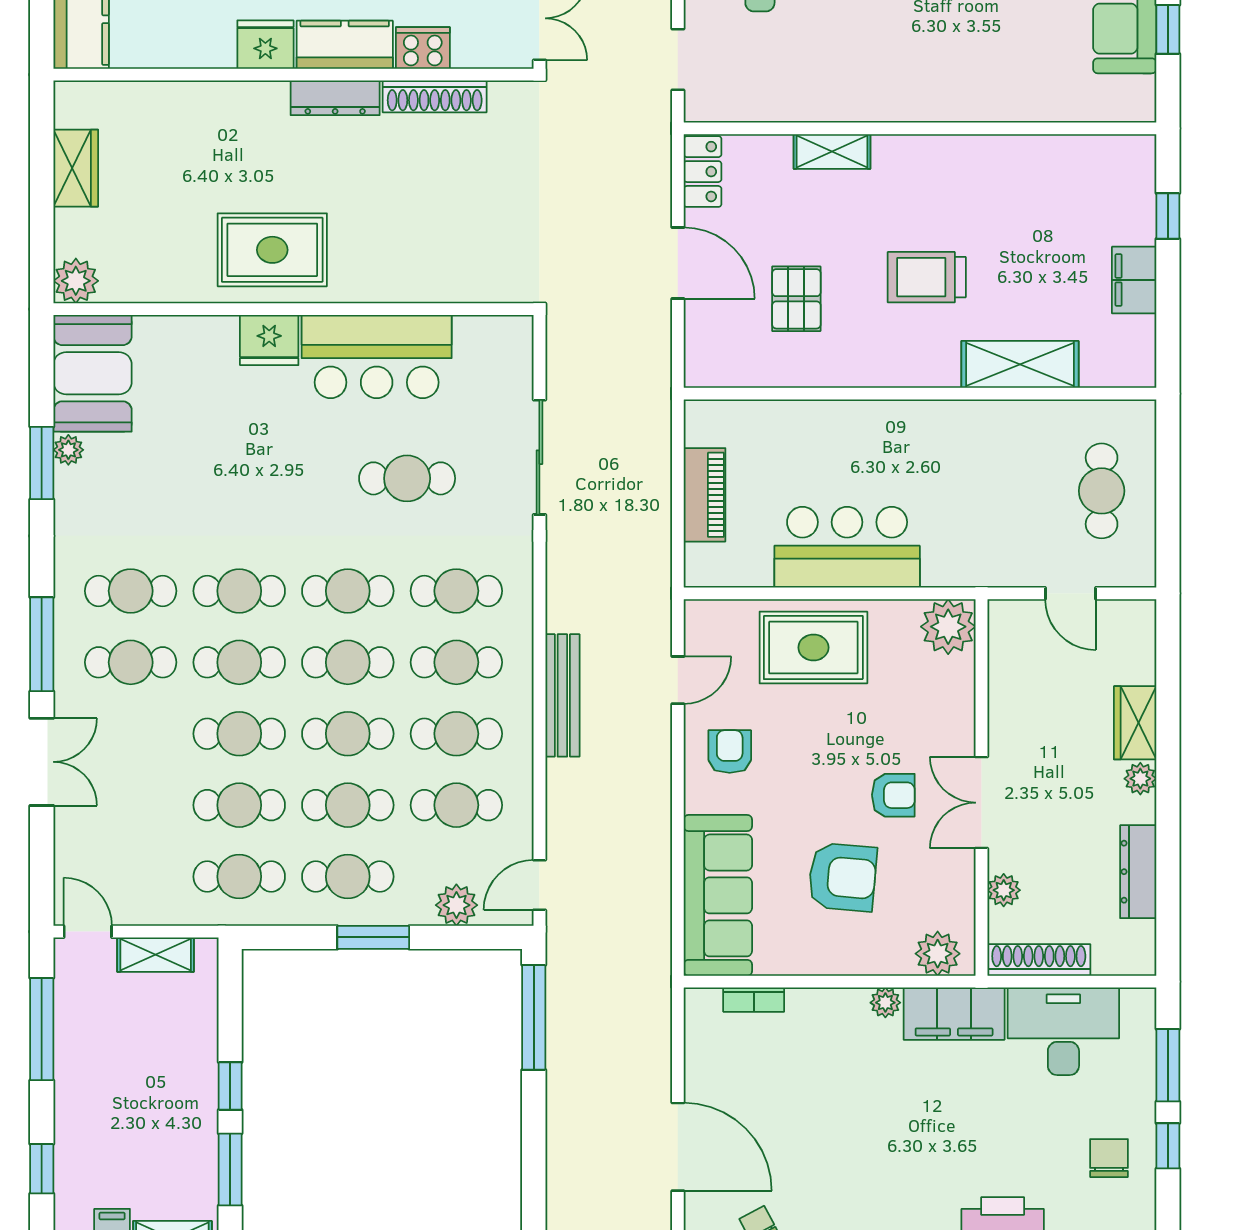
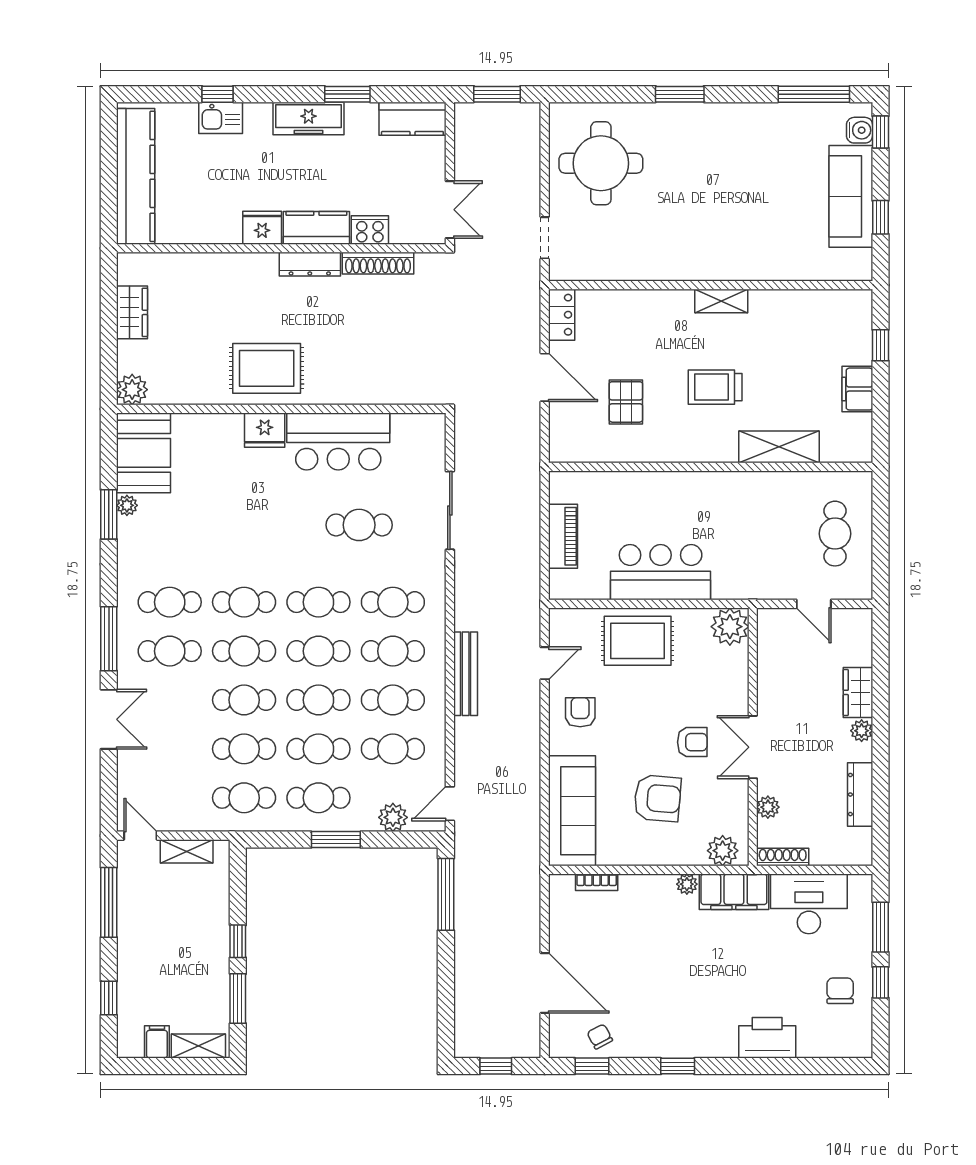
shelving: (832, 151) -> (721, 301), moved
shoe rack: (1039, 960) -> (783, 857), width x0.74, depth x0.81

